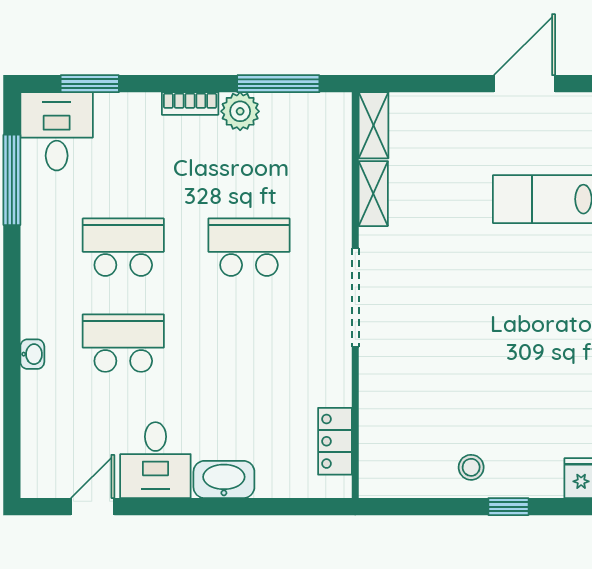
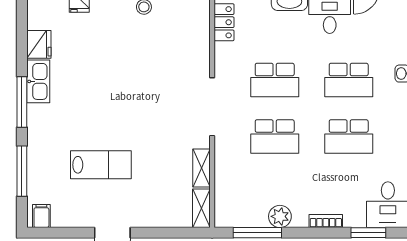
bookcase: (190, 103) -> (326, 221), moved
school desk: (249, 343) -> (275, 80), added

